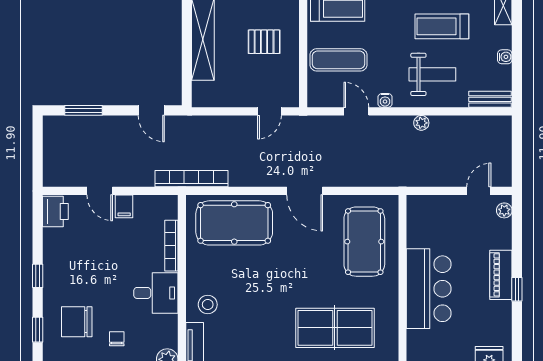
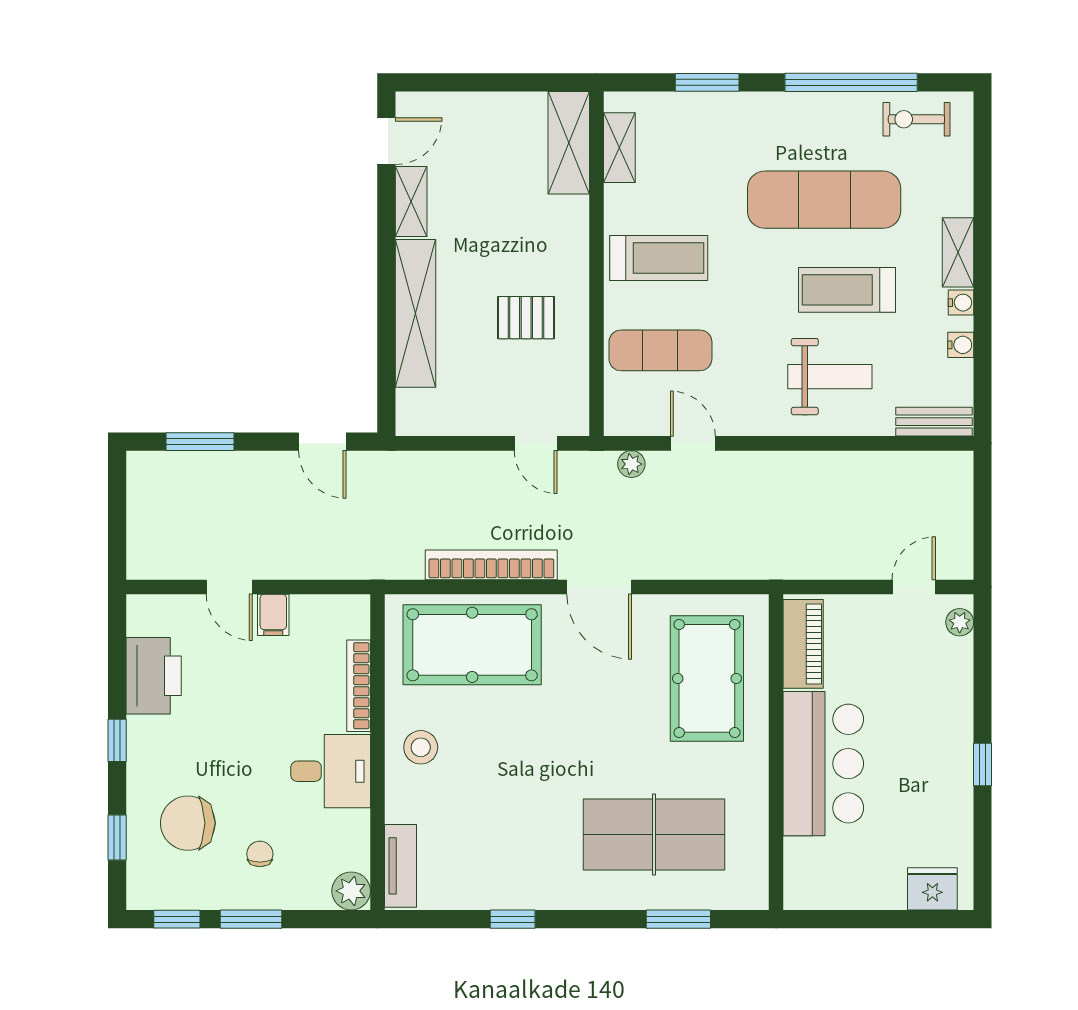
water cooler: (385, 100) -> (961, 303), moved, turned -90
door: (269, 111) -> (536, 443), hinge flipped
plant: (421, 123) -> (631, 464), moved
bookcase: (192, 179) -> (491, 565), moved
printer: (55, 212) -> (154, 676), moved, width x1.37, depth x1.19
piano: (501, 275) -> (803, 644), moved, turned 180
stool: (208, 305) -> (421, 747), moved

